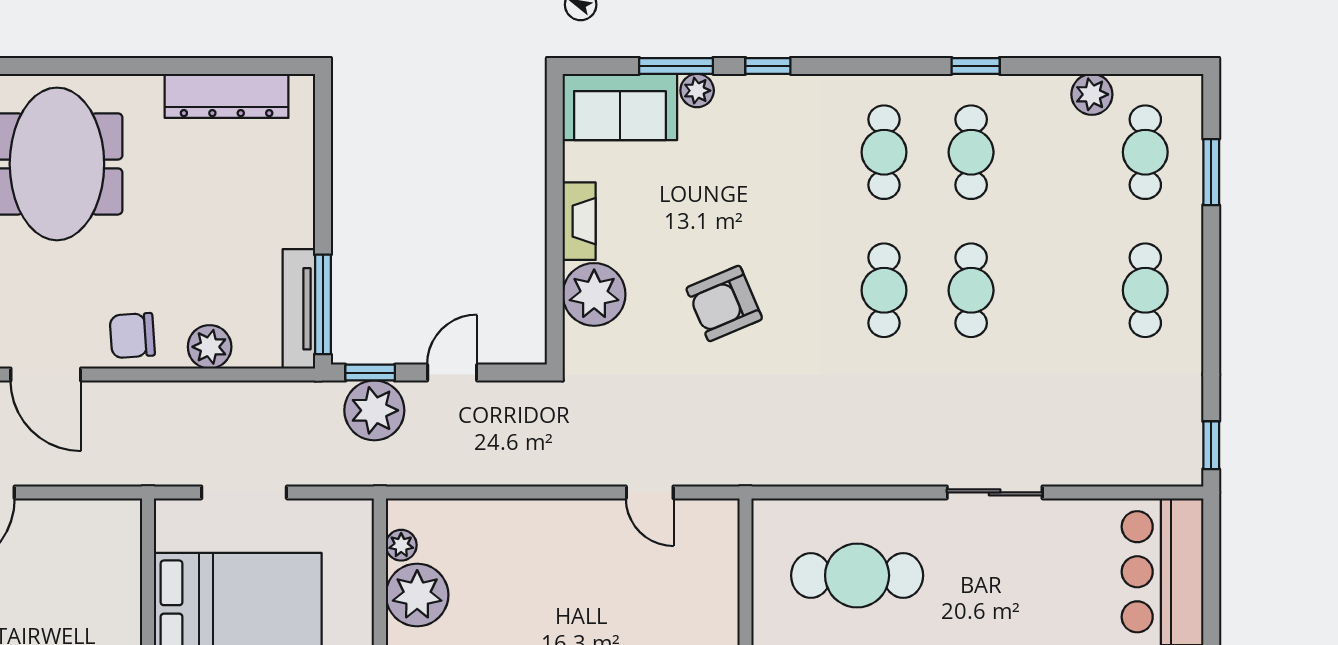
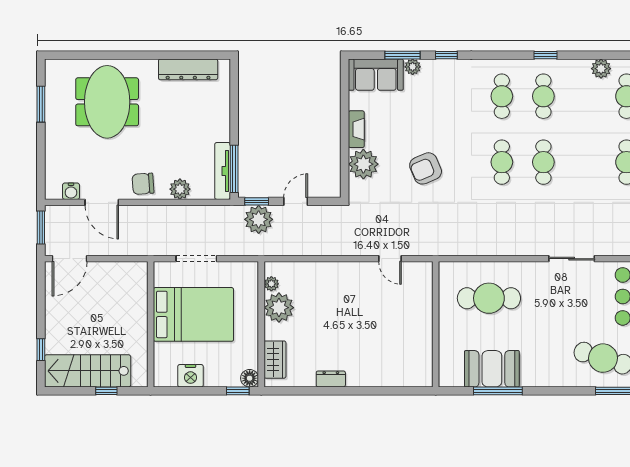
sliding door: (995, 492) -> (572, 259), moved

